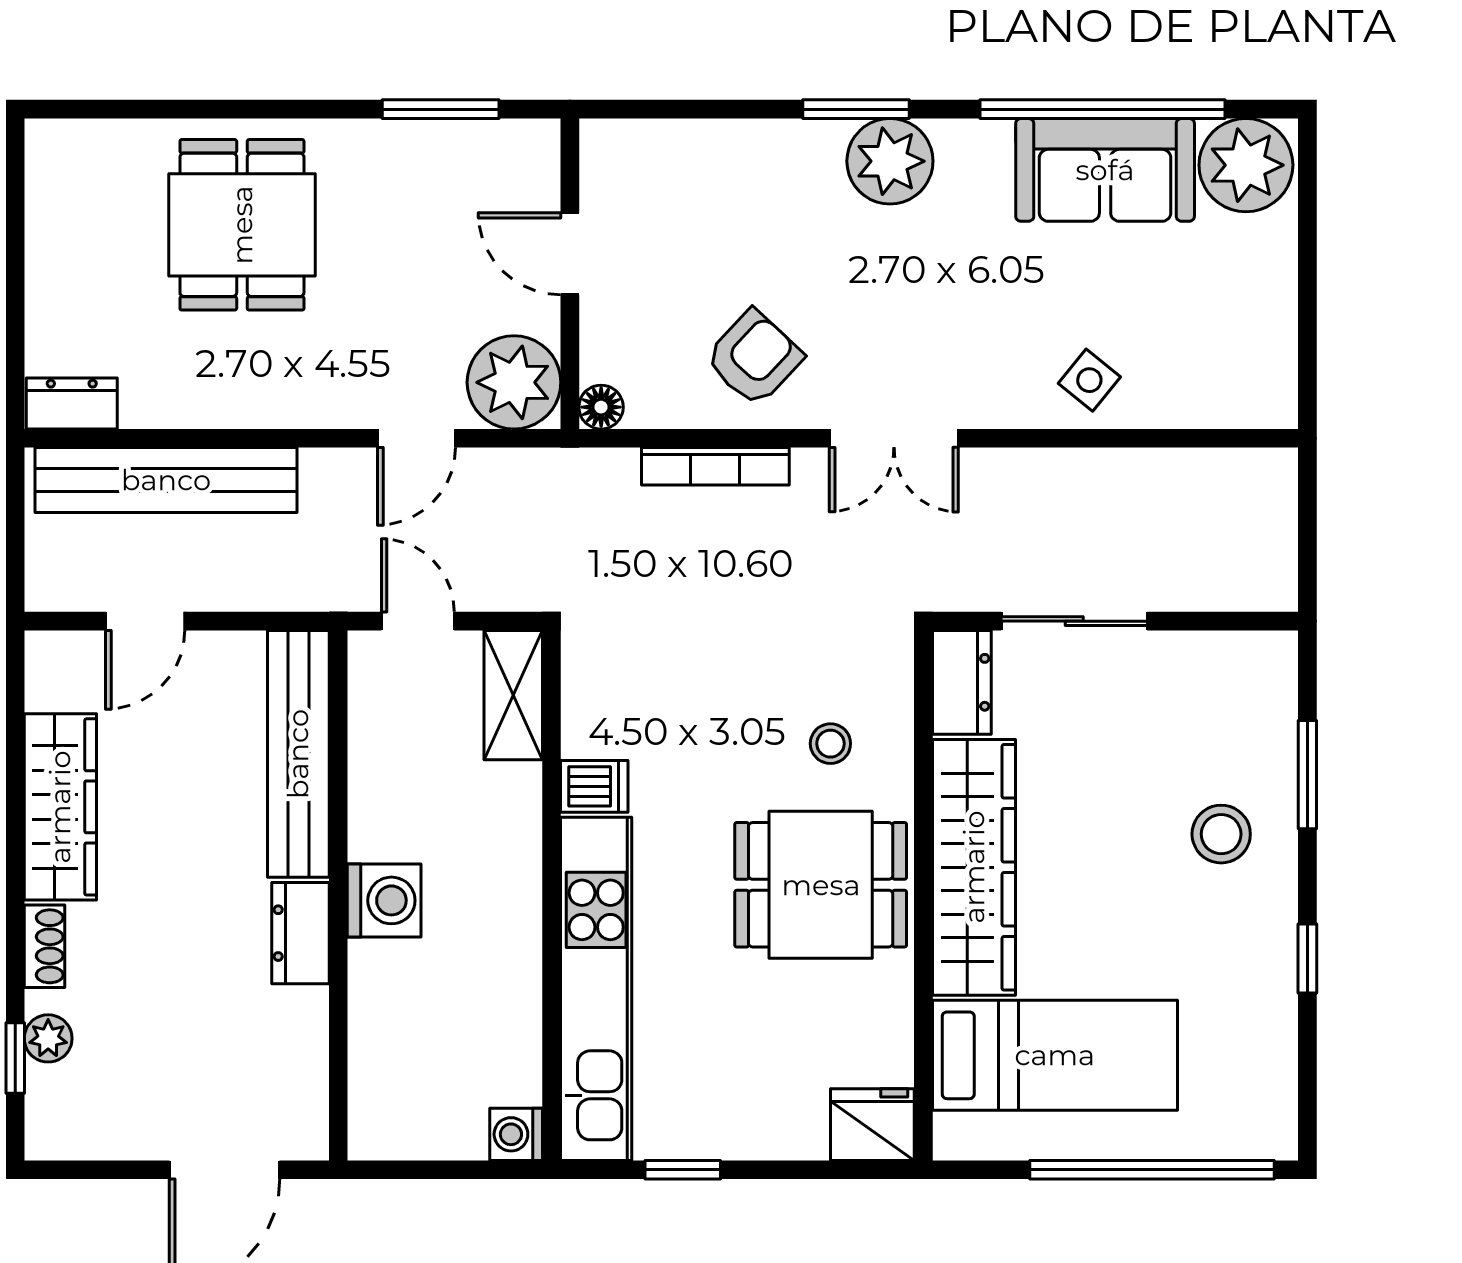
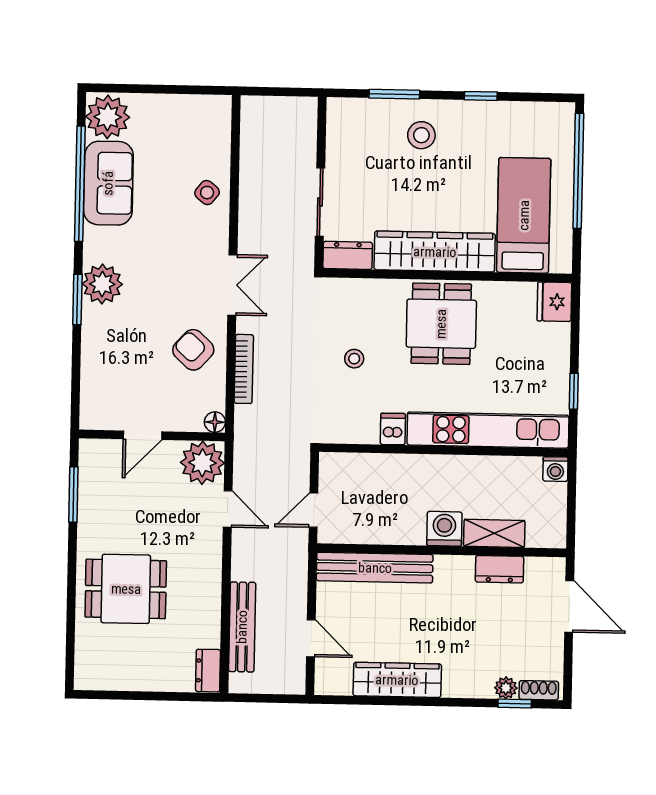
bench: (166, 480) -> (242, 627), width x0.73, depth x0.82
shelving: (513, 695) -> (494, 533), moved
stool: (830, 744) -> (354, 359), moved
dresser: (301, 933) -> (500, 569), moved
shoe rack: (44, 946) -> (539, 690), moved

